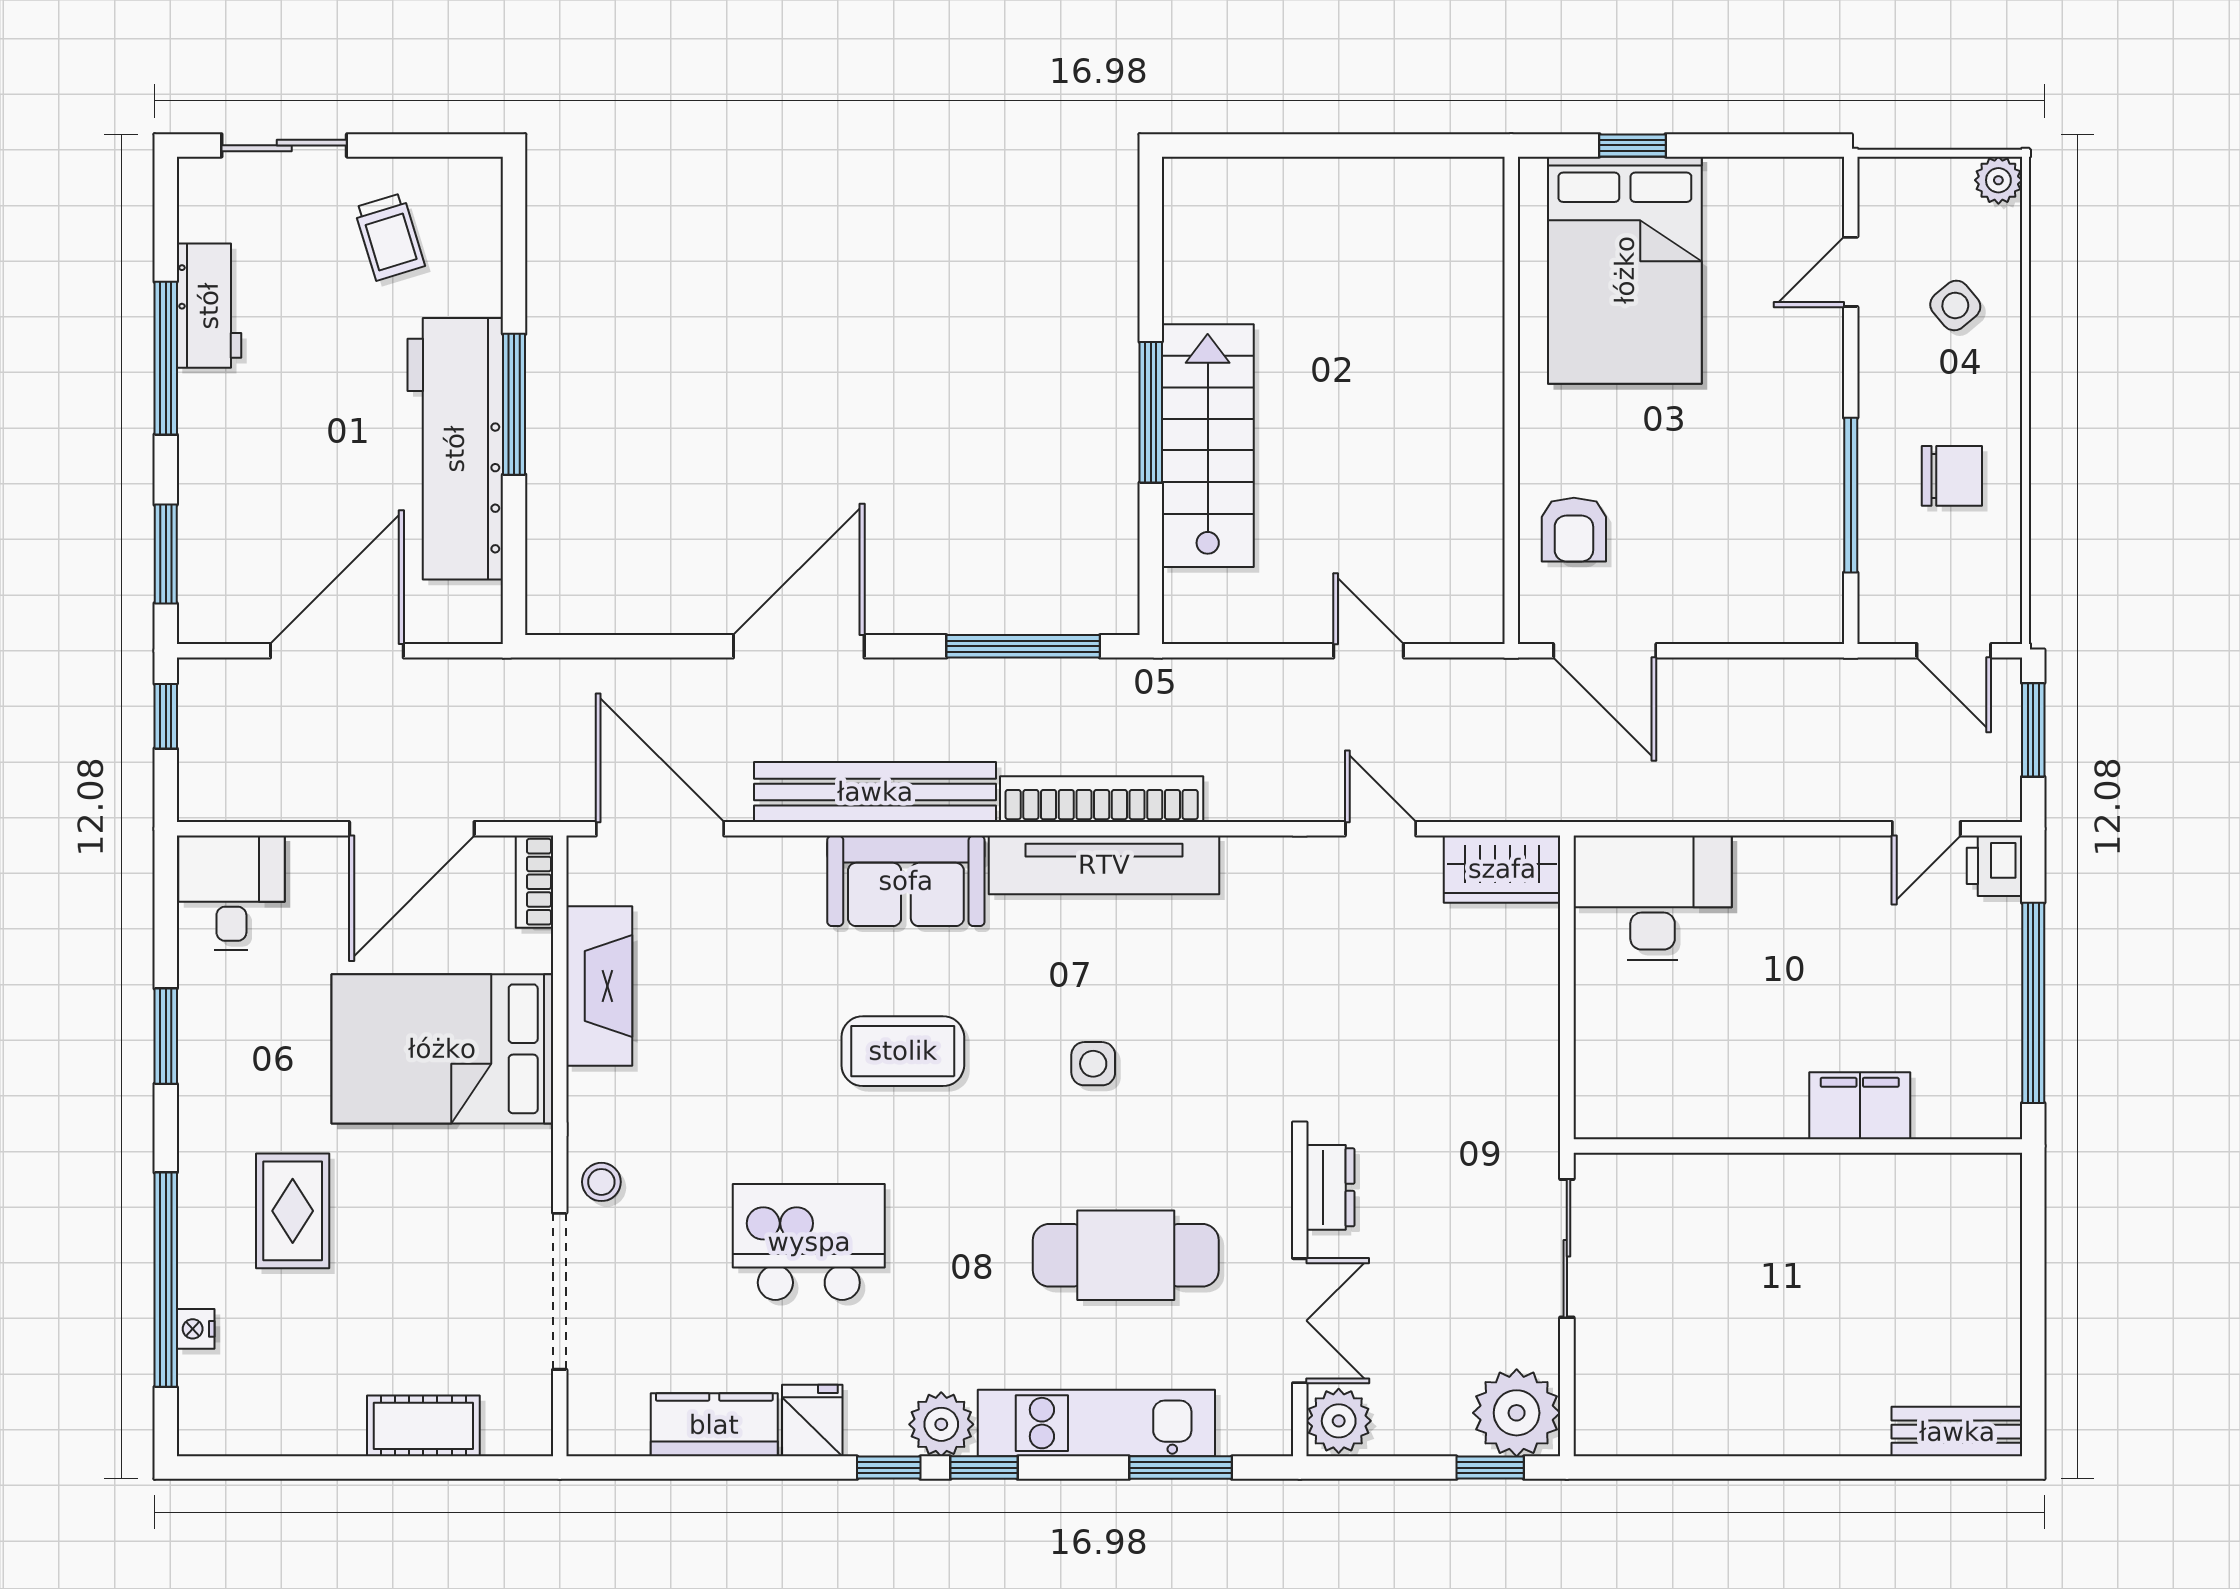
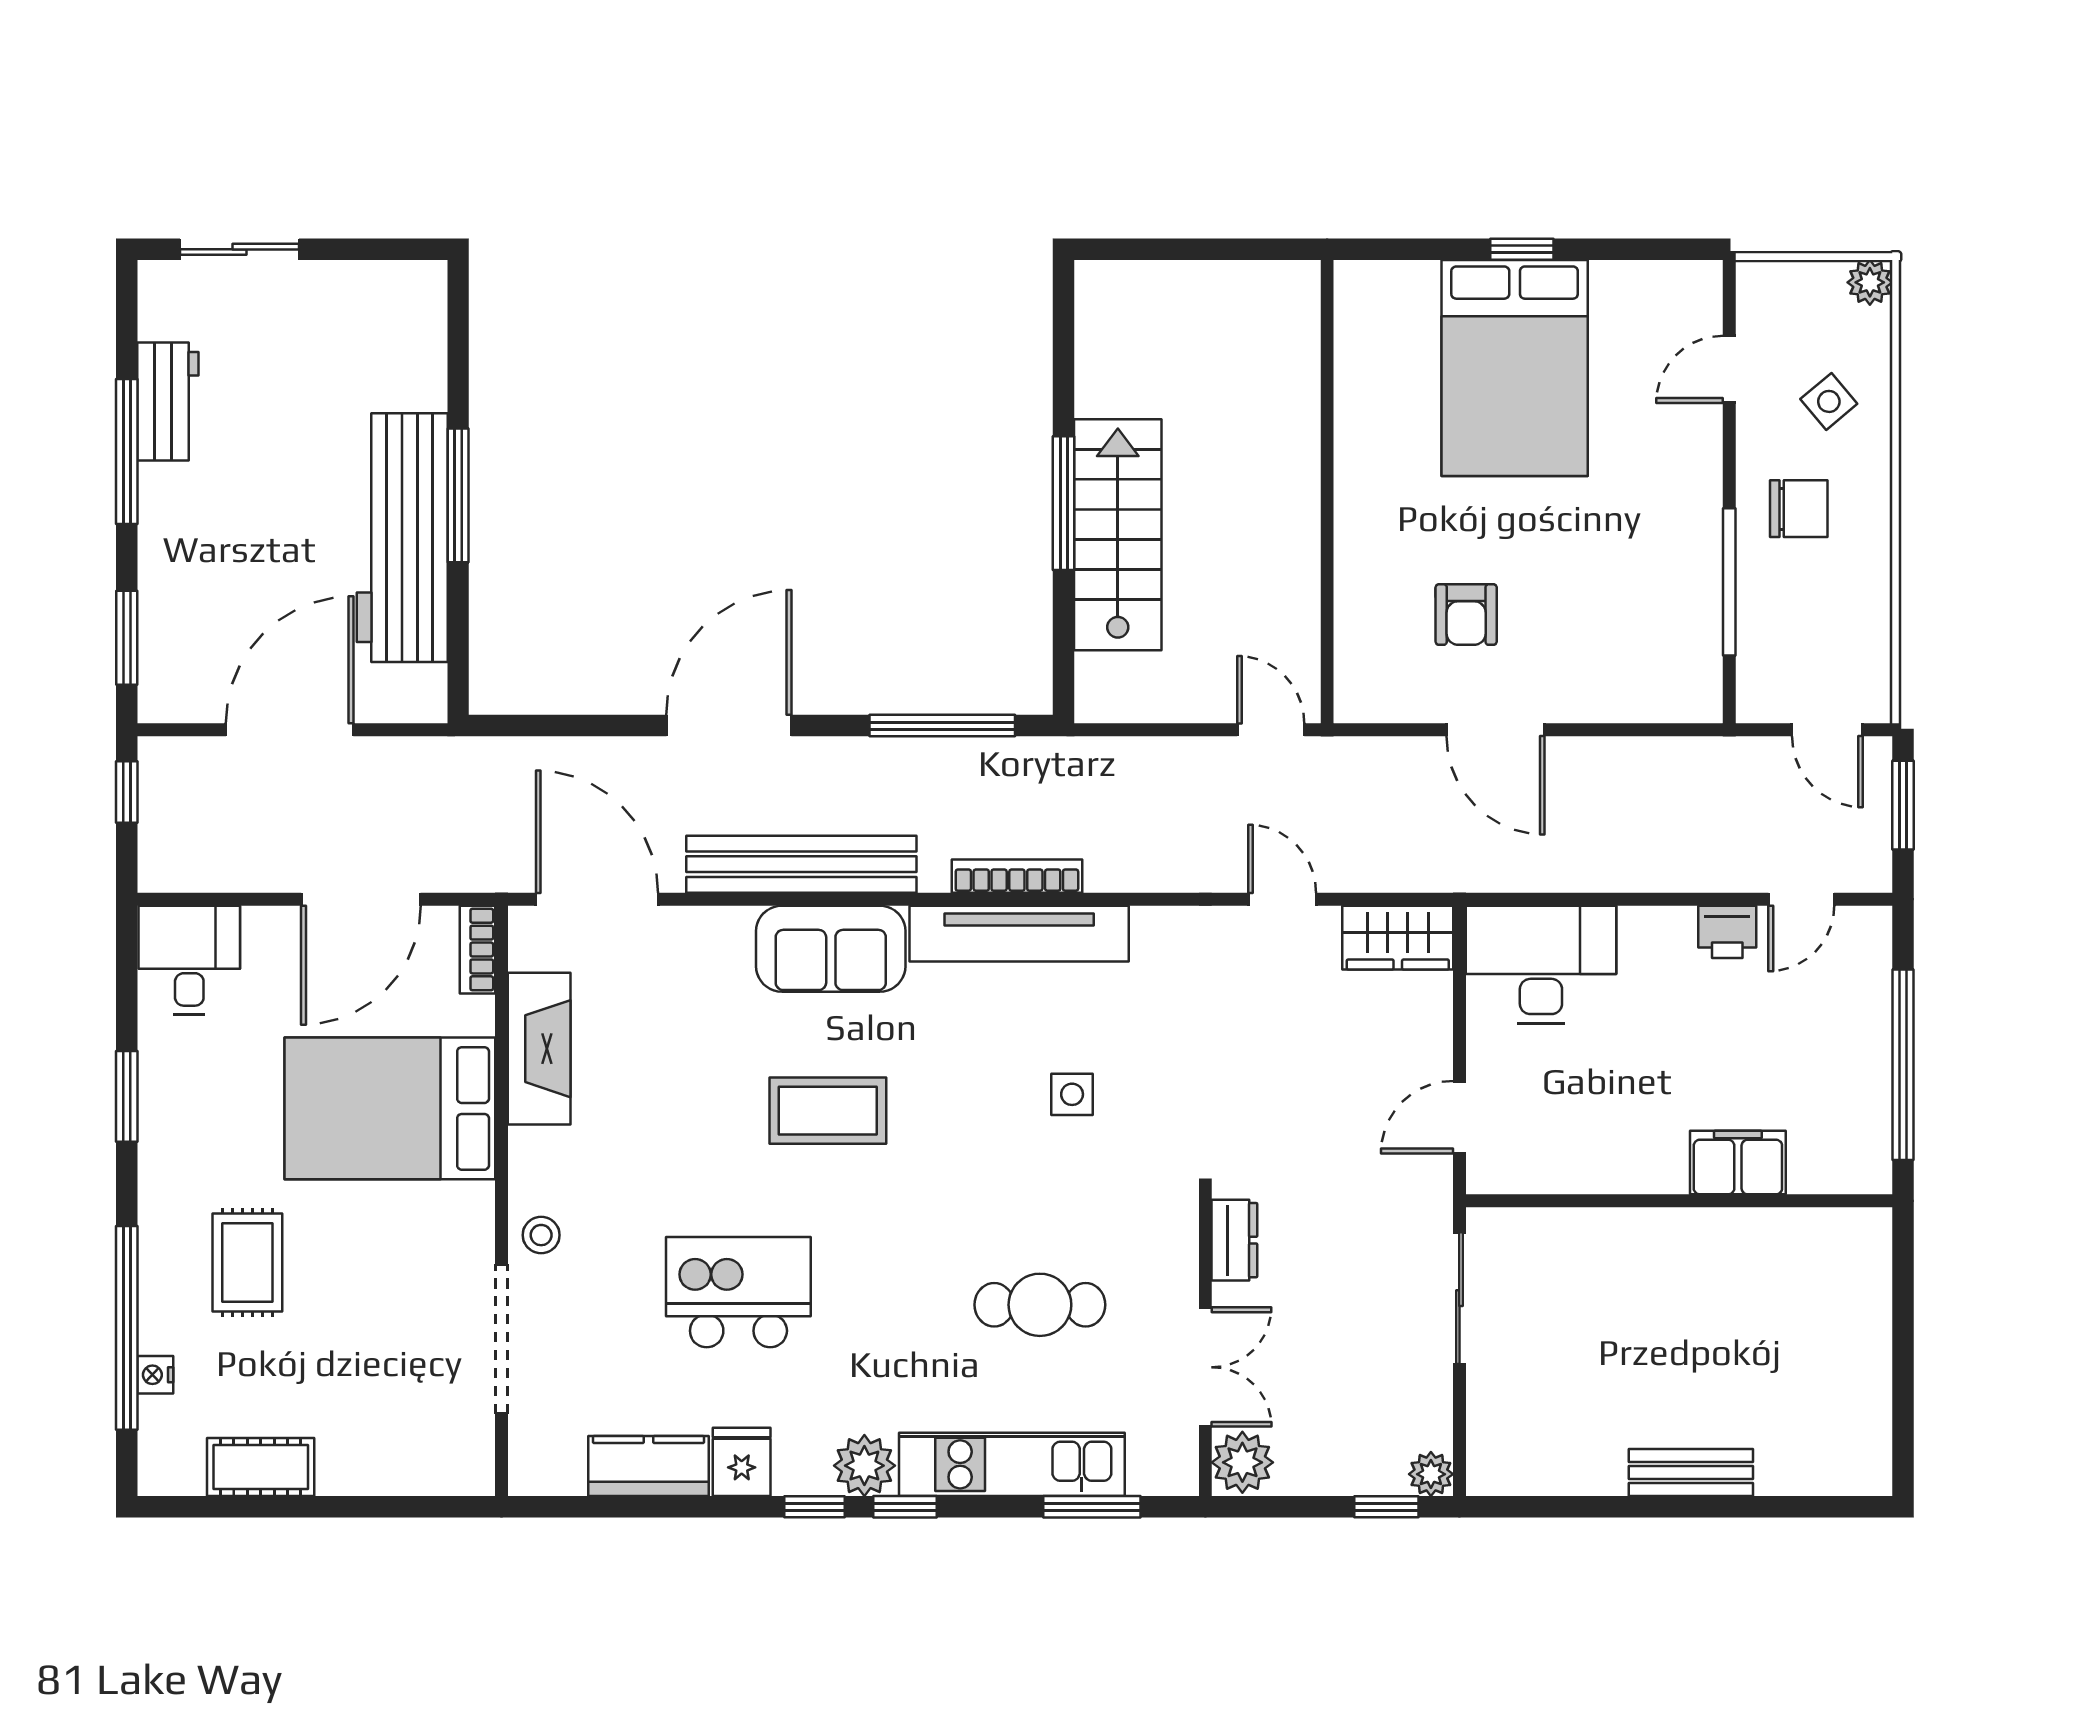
trolley: (389, 237) -> (340, 336), removed
wall: (1511, 400) -> (1327, 492), moved
chair: (1952, 476) -> (1799, 509), moved
bookcase: (1102, 799) -> (1017, 876), width x0.68, depth x0.76
printer: (1994, 866) -> (1727, 932), moved, turned -90
door: (1567, 1058) -> (1459, 1117), added
side table: (1093, 1064) -> (1072, 1094), moved
cafe table: (1126, 1255) -> (1040, 1305), width x0.73, depth x0.74
plant: (1517, 1413) -> (1431, 1474), width x0.53, depth x0.53
cot: (423, 1426) -> (261, 1467), moved
bench: (1957, 1432) -> (1691, 1472), moved

